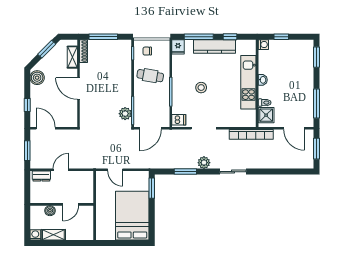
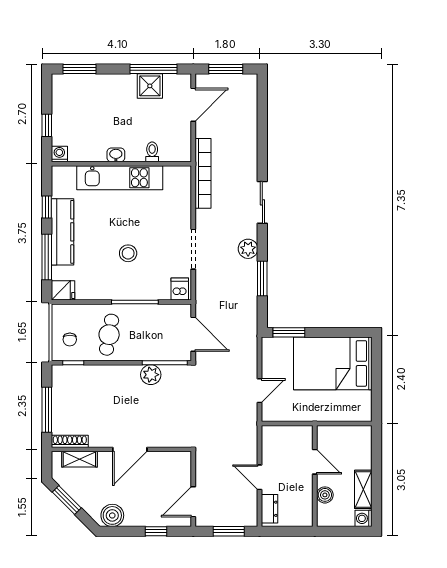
plant: (125, 114) -> (151, 375), moved
shower: (266, 115) -> (150, 86), moved

